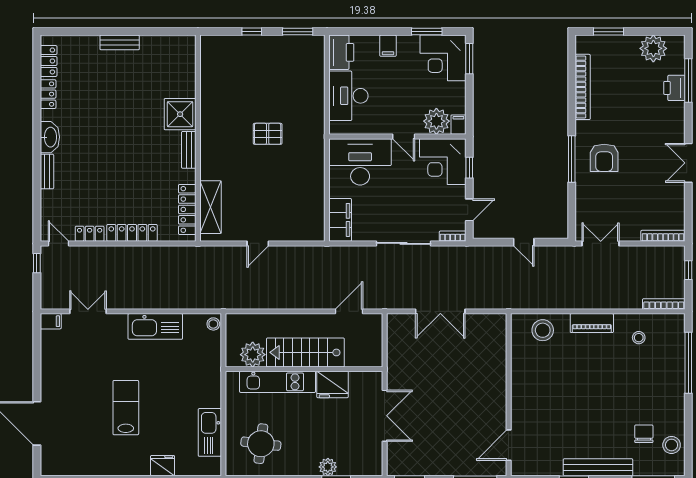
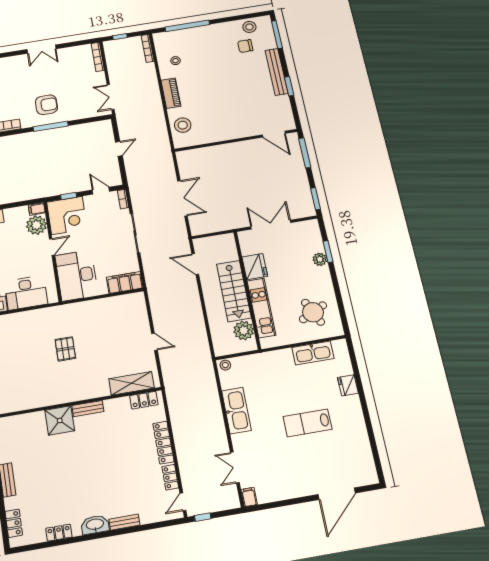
locker: (49, 61) -> (14, 523), moved, turned 90
locker: (187, 209) -> (144, 400), width x0.66
round table: (261, 444) -> (313, 312), turned -33

